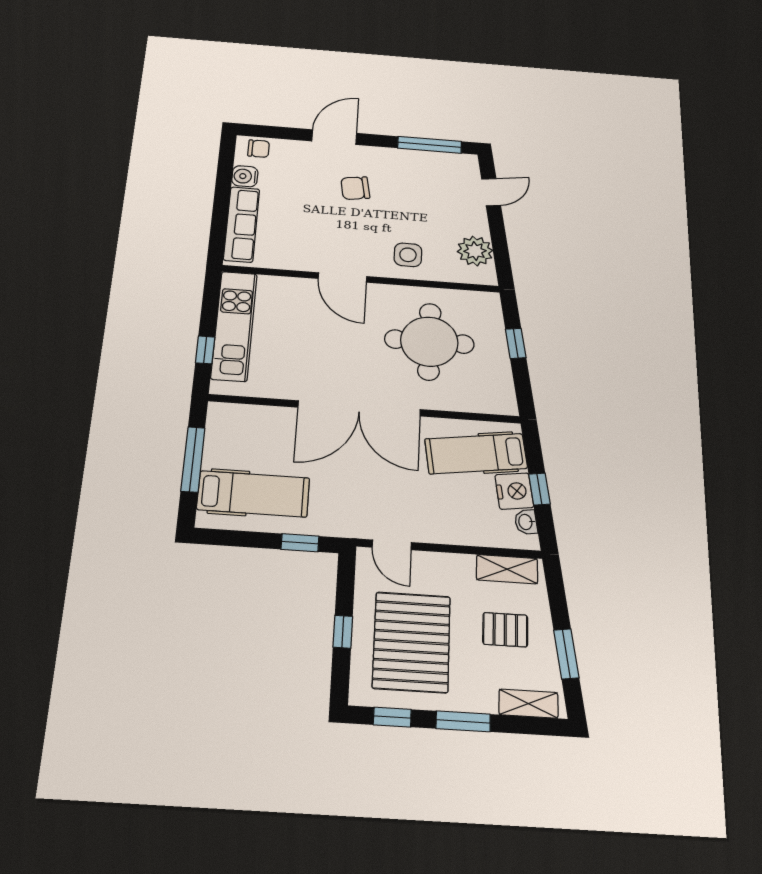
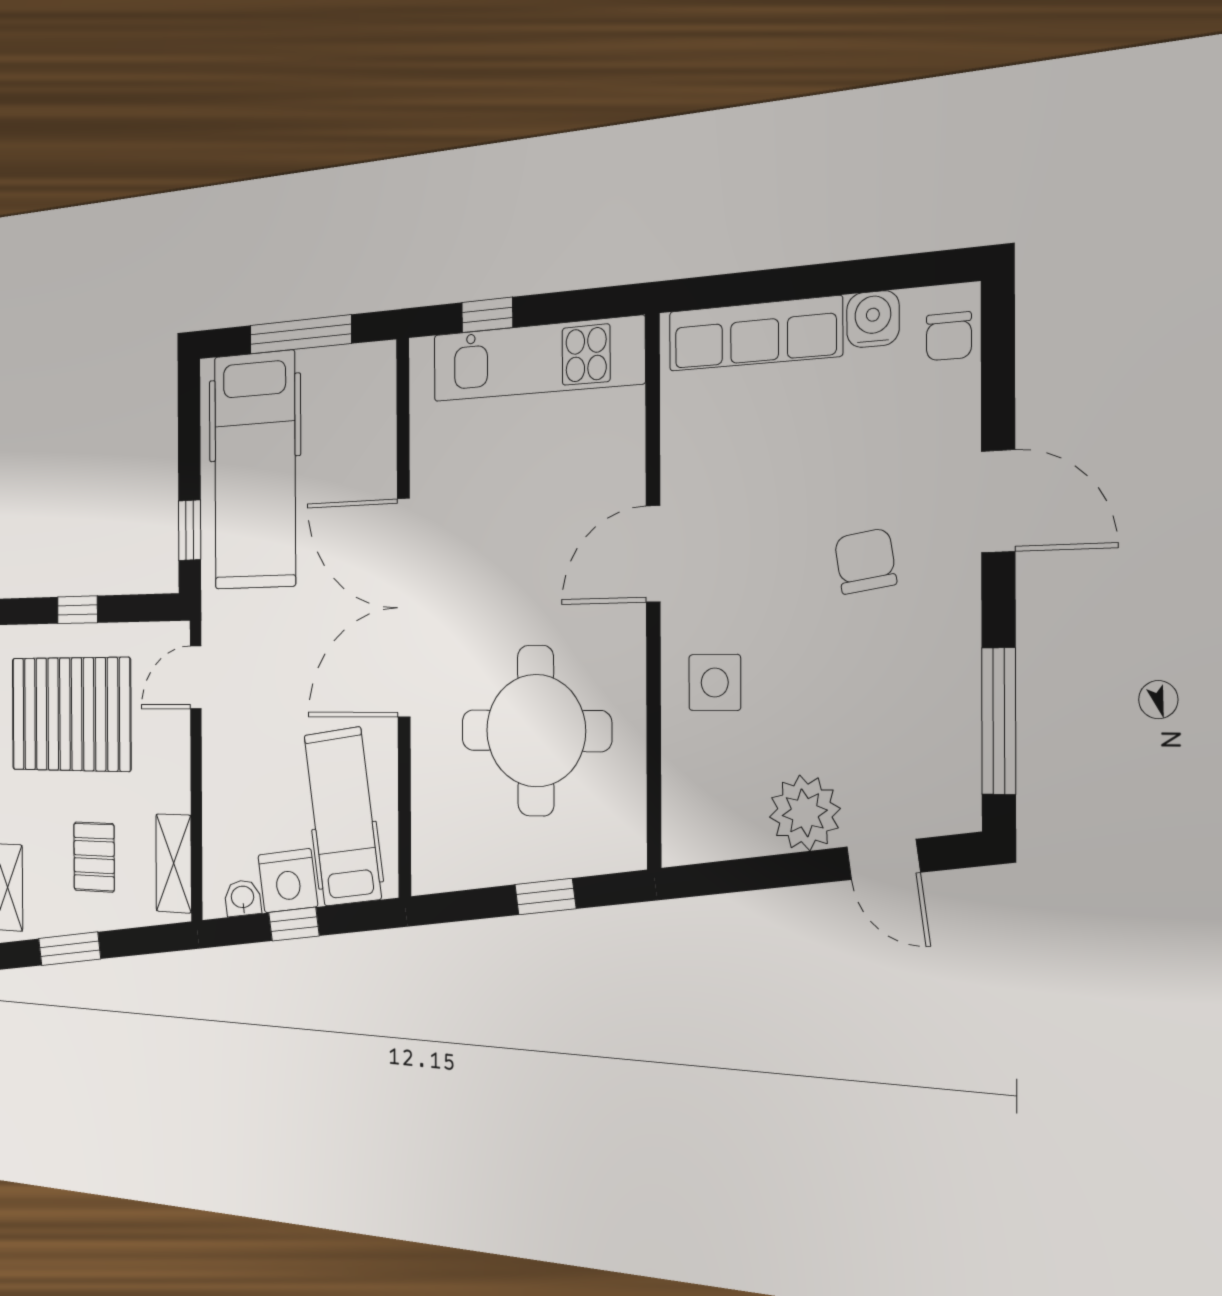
plant: (475, 251) -> (805, 813), moved
hospital bed: (253, 494) -> (255, 471), width x1.37, depth x1.29

